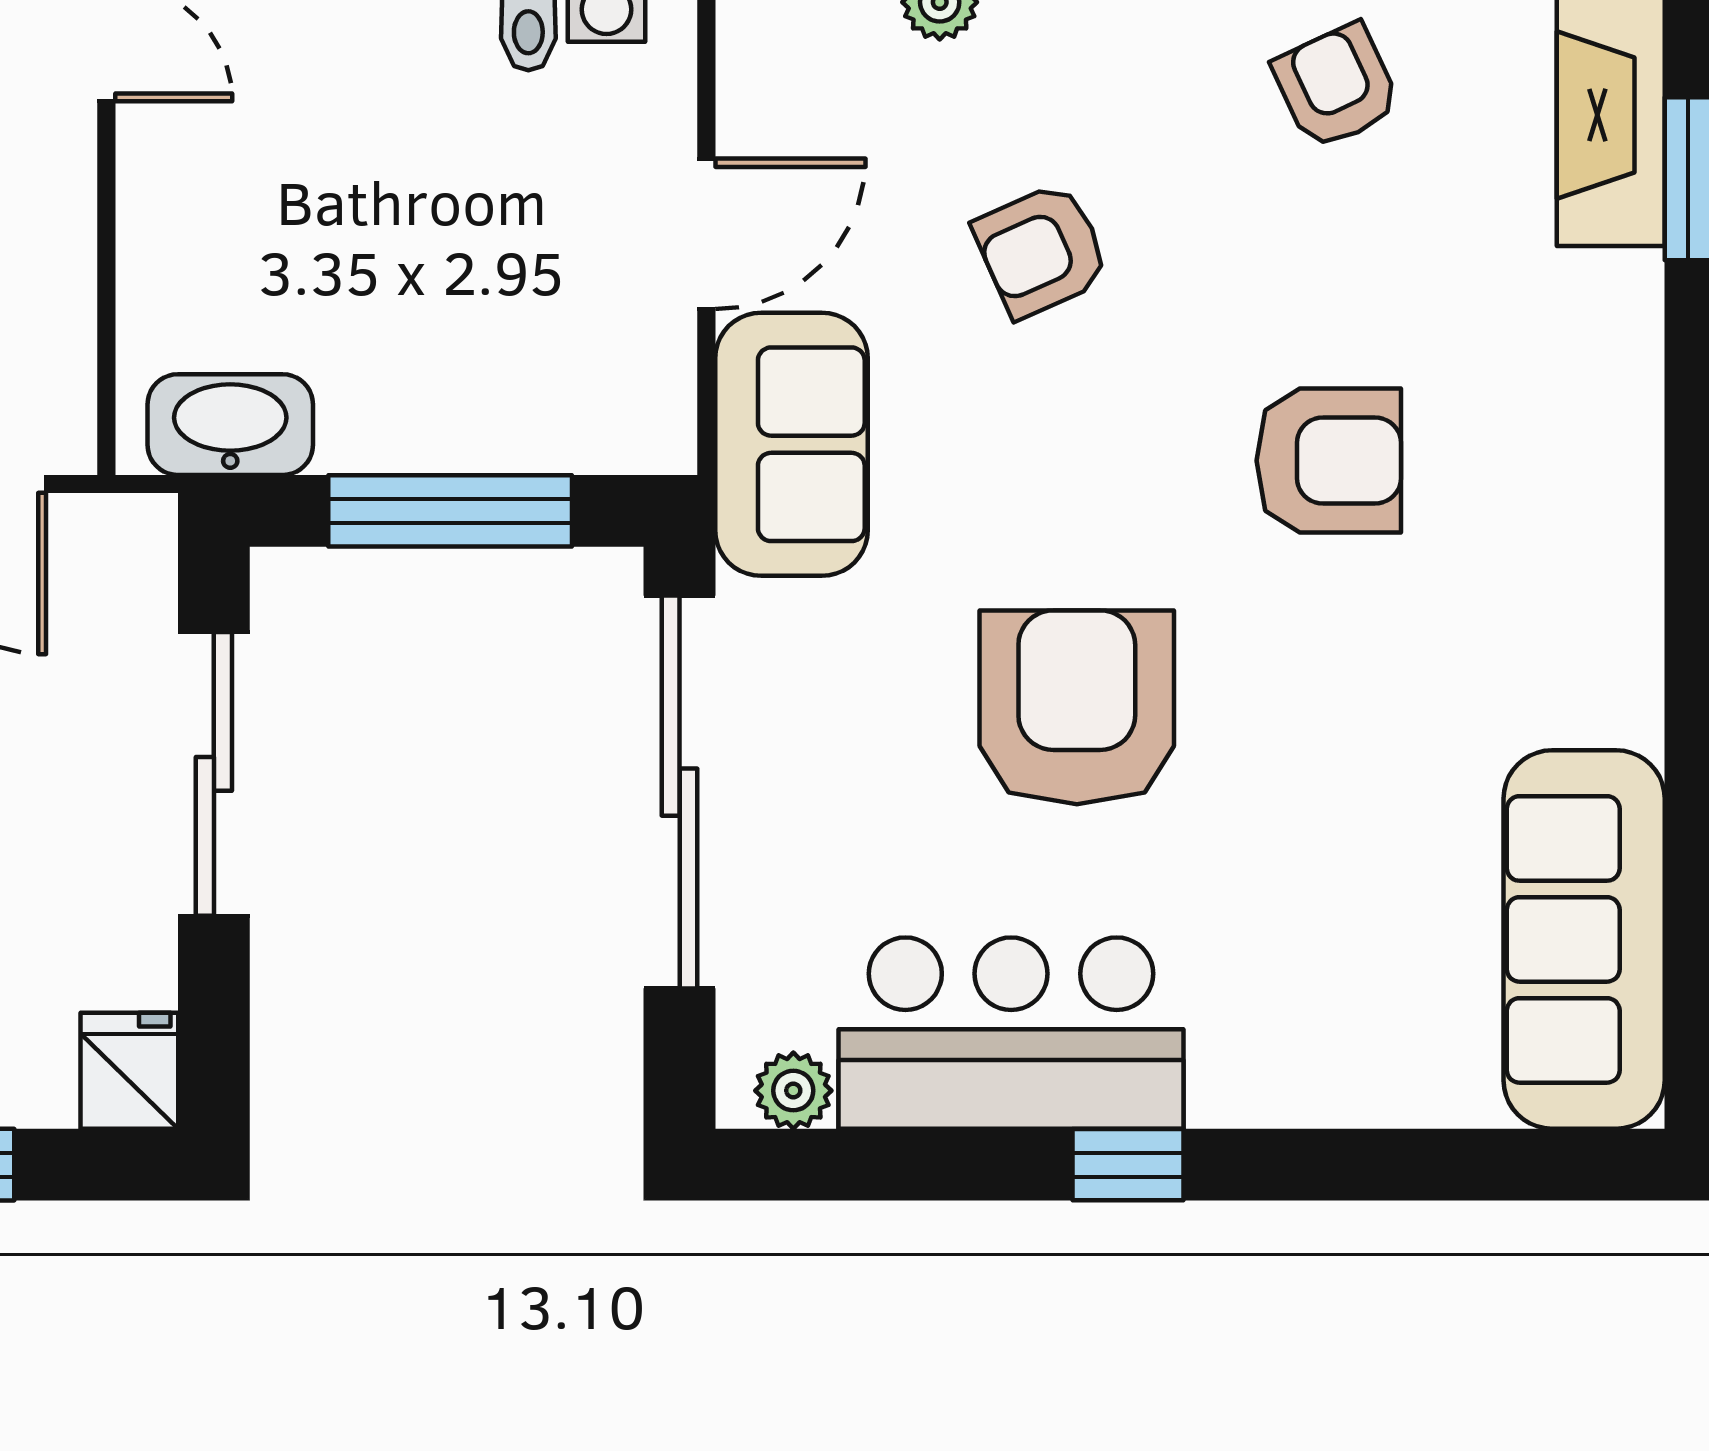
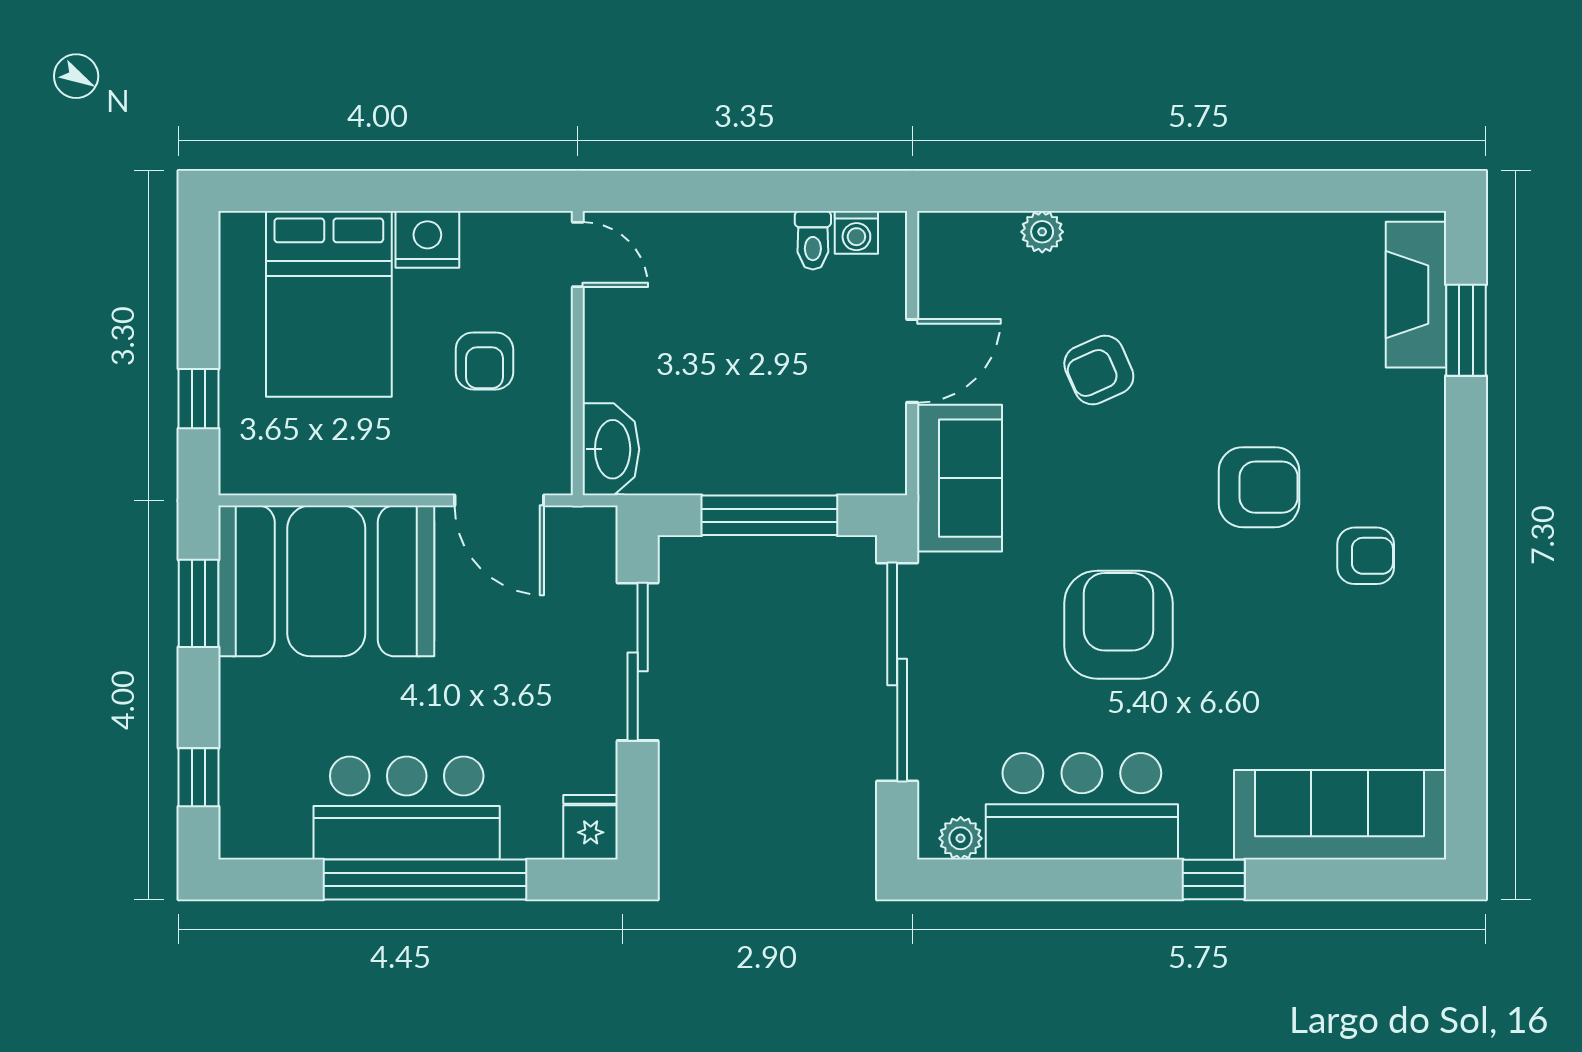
armchair: (1336, 86) -> (1366, 556), moved, turned 115
washbasin: (230, 425) -> (611, 449), moved, turned 90
sofa: (1584, 939) -> (1340, 815), moved, turned 90
window: (1128, 1165) -> (1214, 880), moved

